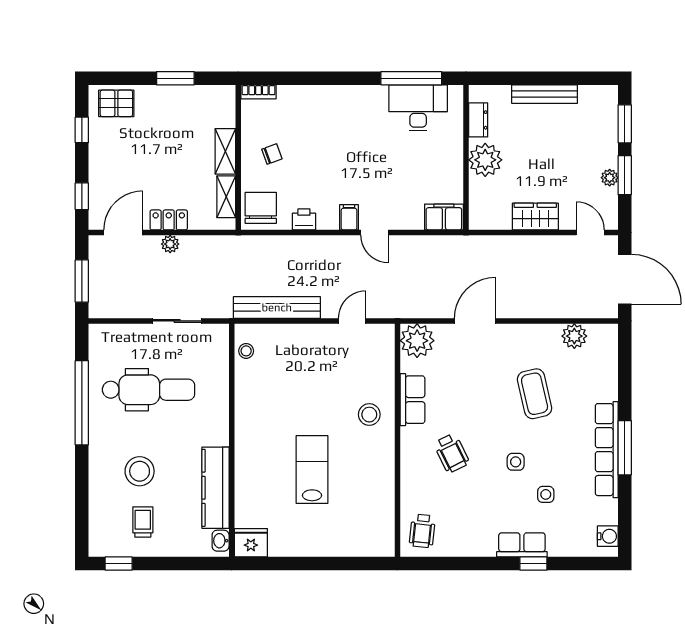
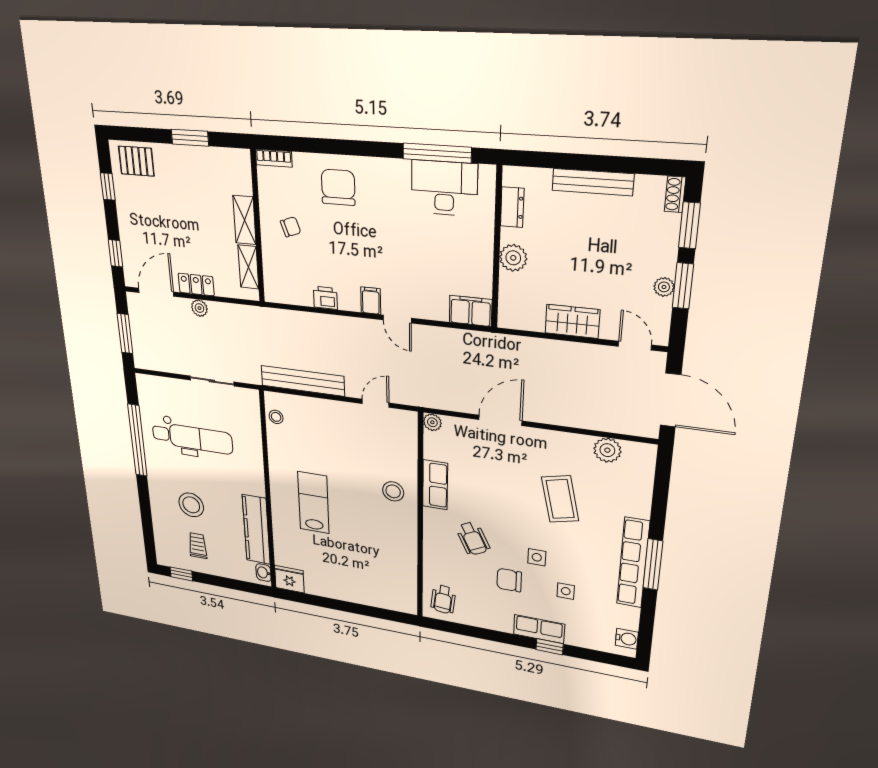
shoe rack: (611, 99) -> (675, 194), added
plant: (485, 160) -> (513, 258), width x0.73, depth x0.73
chair: (261, 208) -> (338, 187), moved
plant: (417, 341) -> (432, 422), width x0.53, depth x0.53
lab bench: (312, 470) -> (313, 503), moved
chair: (490, 494) -> (509, 580), added

